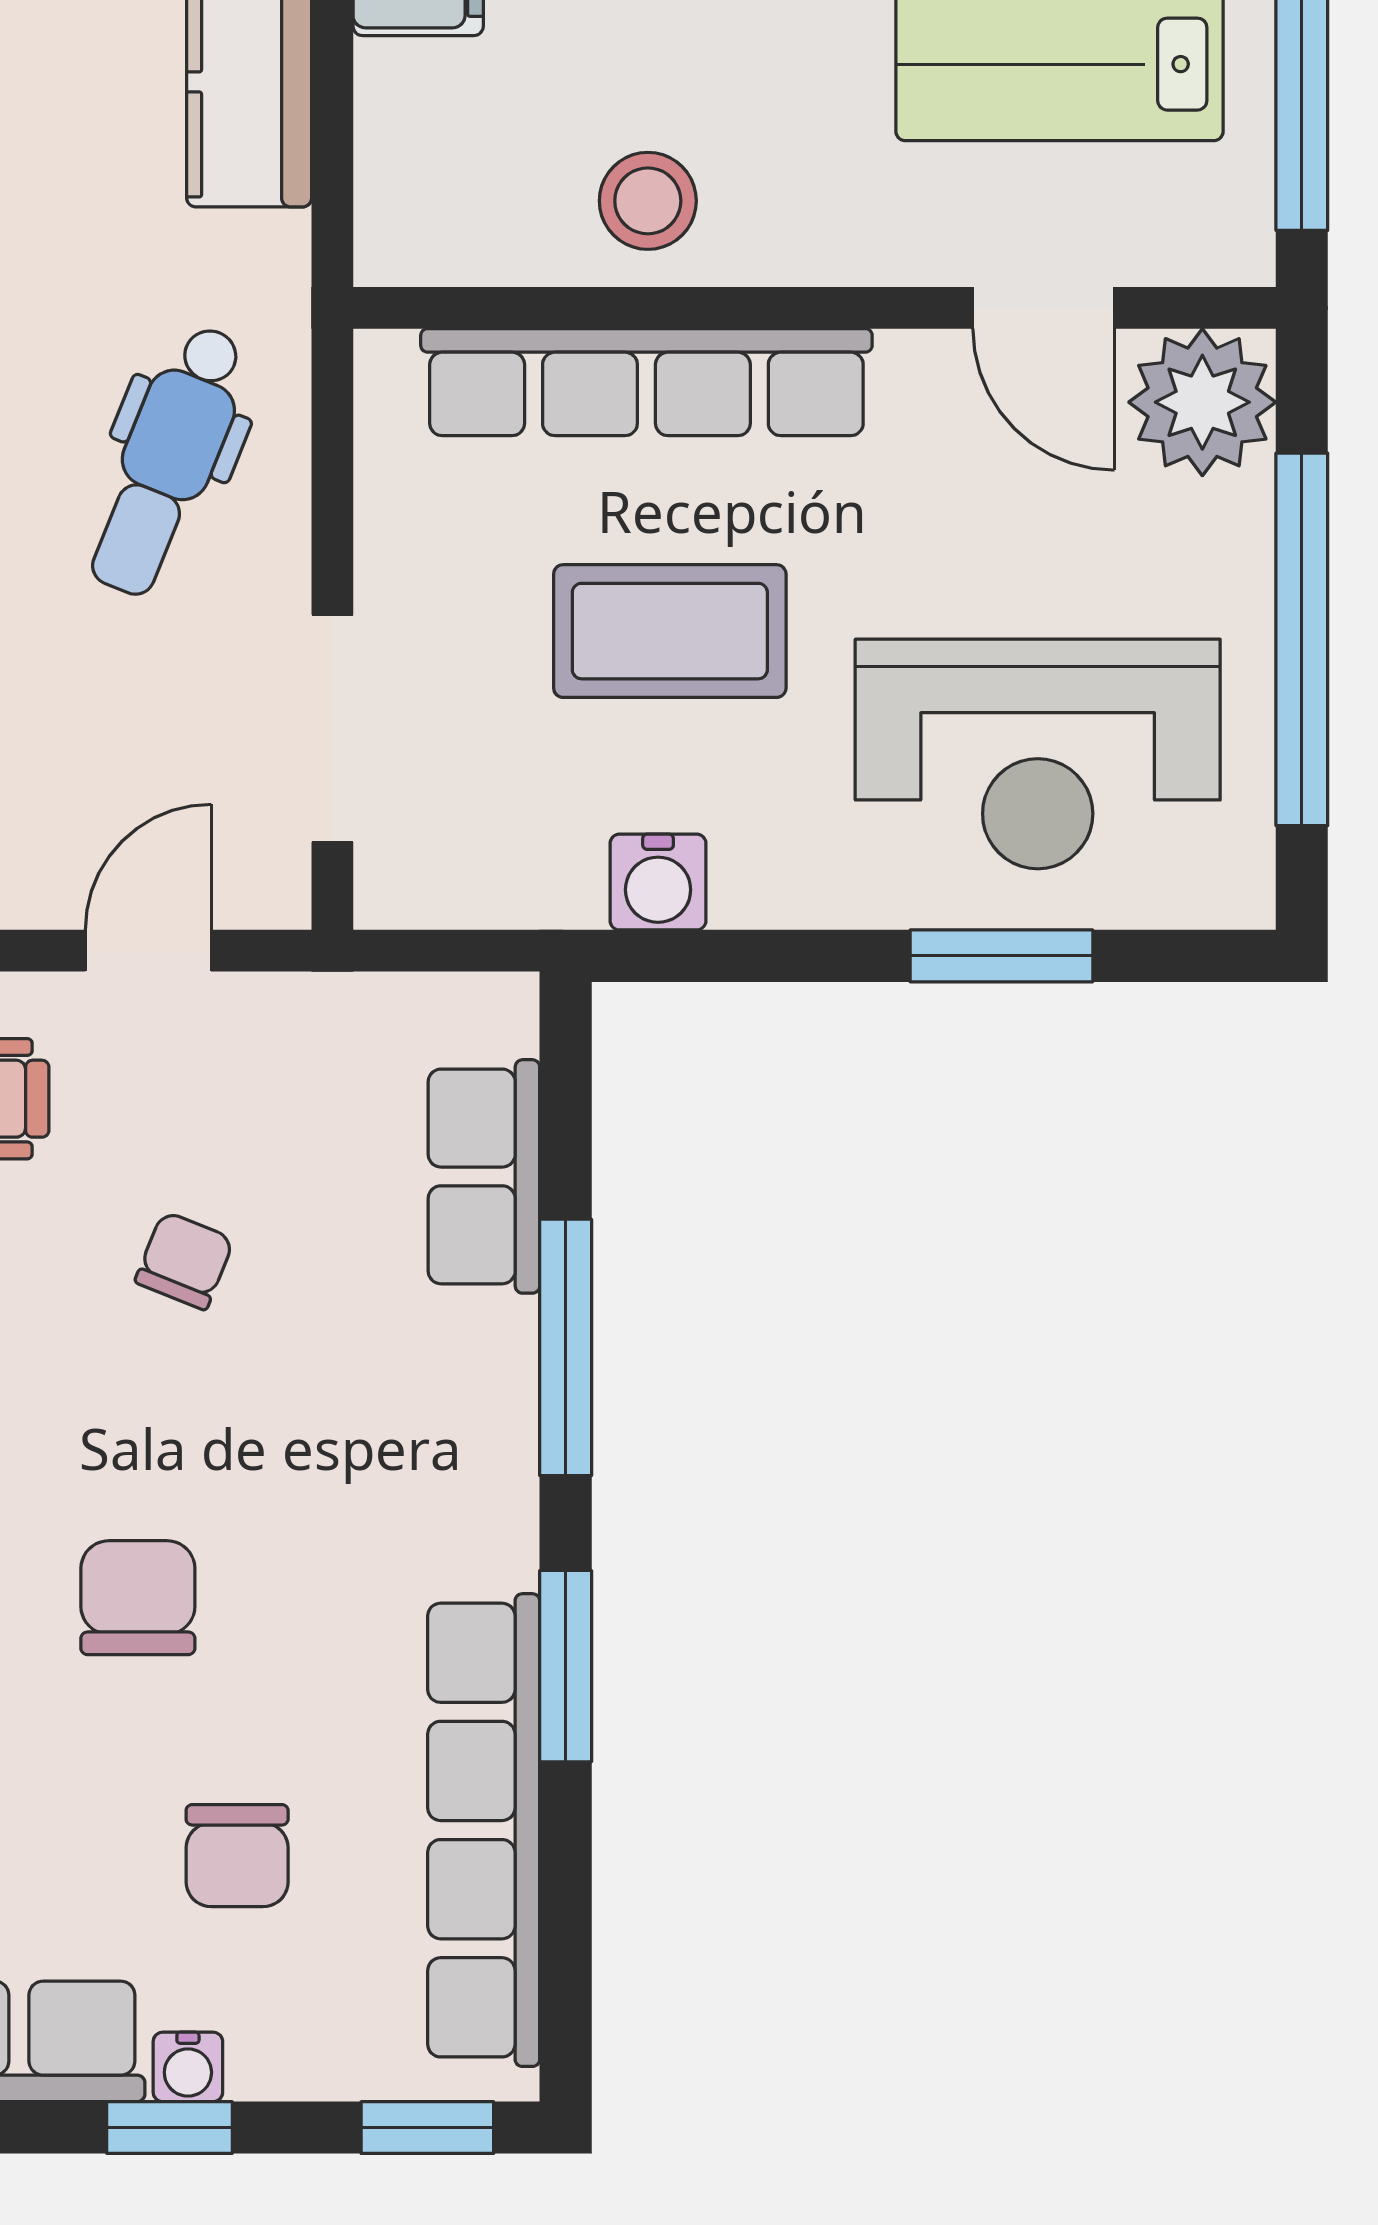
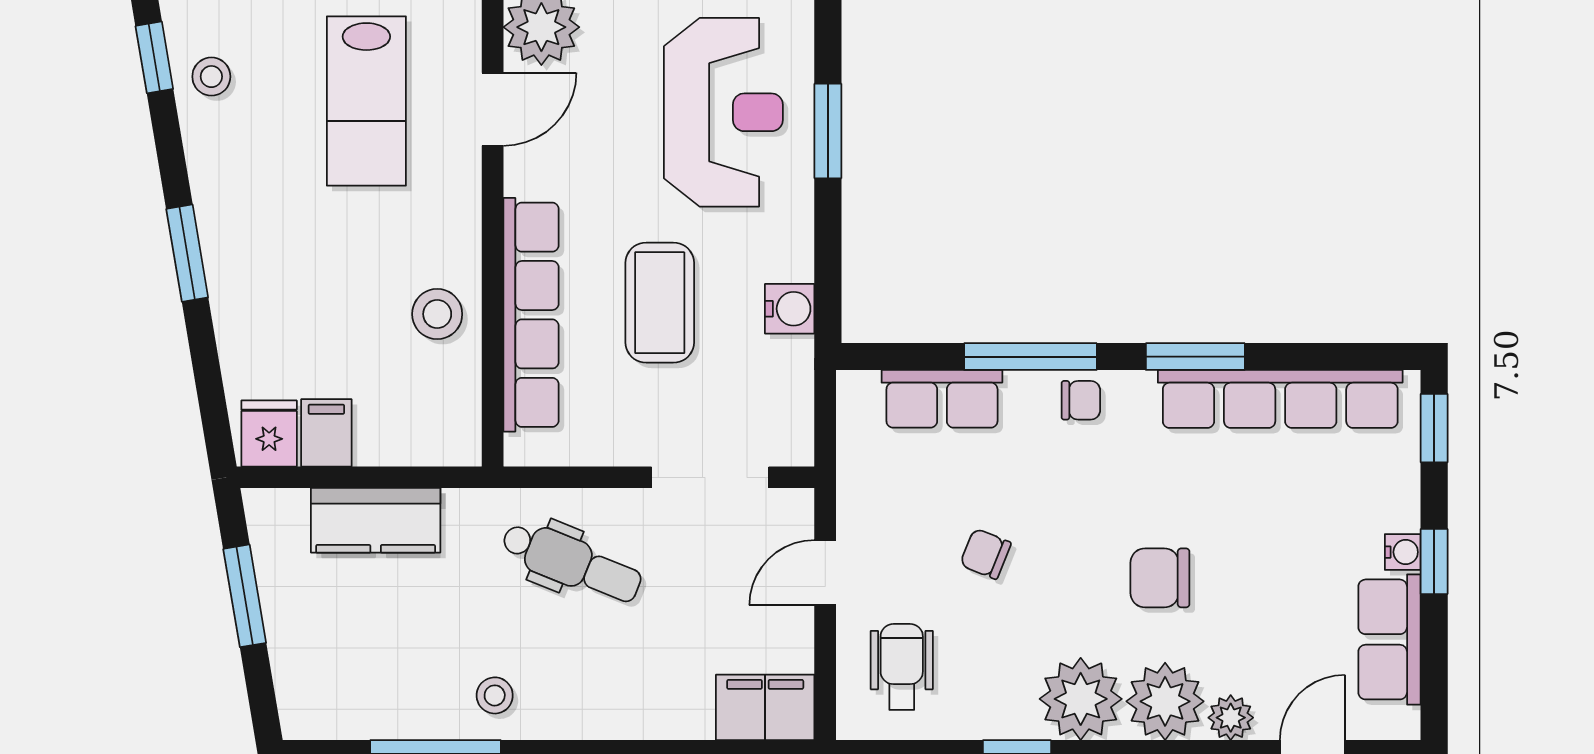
door: (148, 951) -> (825, 573), hinge flipped
chair: (237, 1856) -> (1081, 400), moved, width x0.73, depth x0.73

